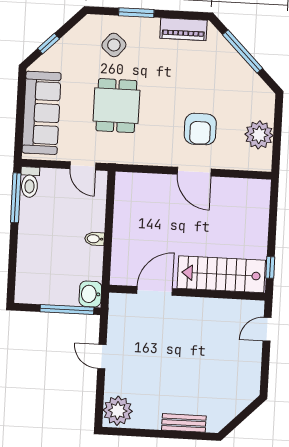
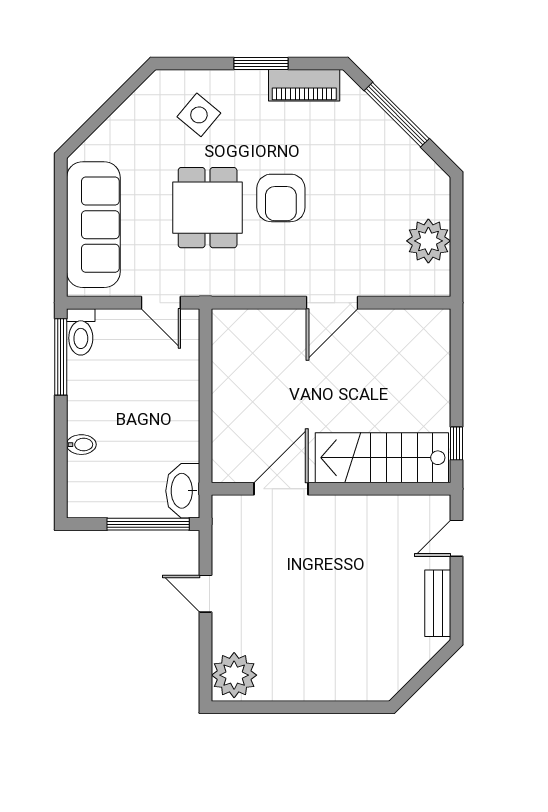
window: (136, 13) -> (261, 63), moved
window: (48, 44) -> (98, 118), removed
armchair: (200, 129) -> (281, 198), moved
door: (194, 172) -> (332, 303), hinge flipped
bidet: (95, 239) -> (81, 445), moved, turned 180
washbasin: (90, 294) -> (183, 491), width x1.38
bench: (184, 423) -> (438, 603), moved, turned 90

